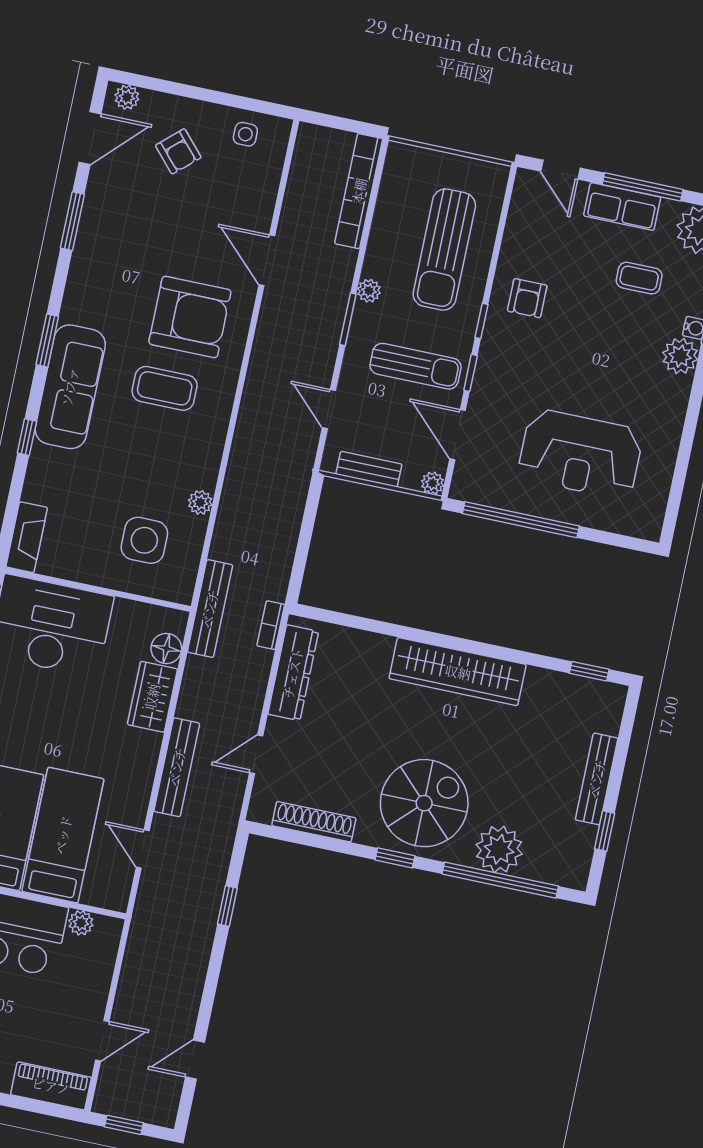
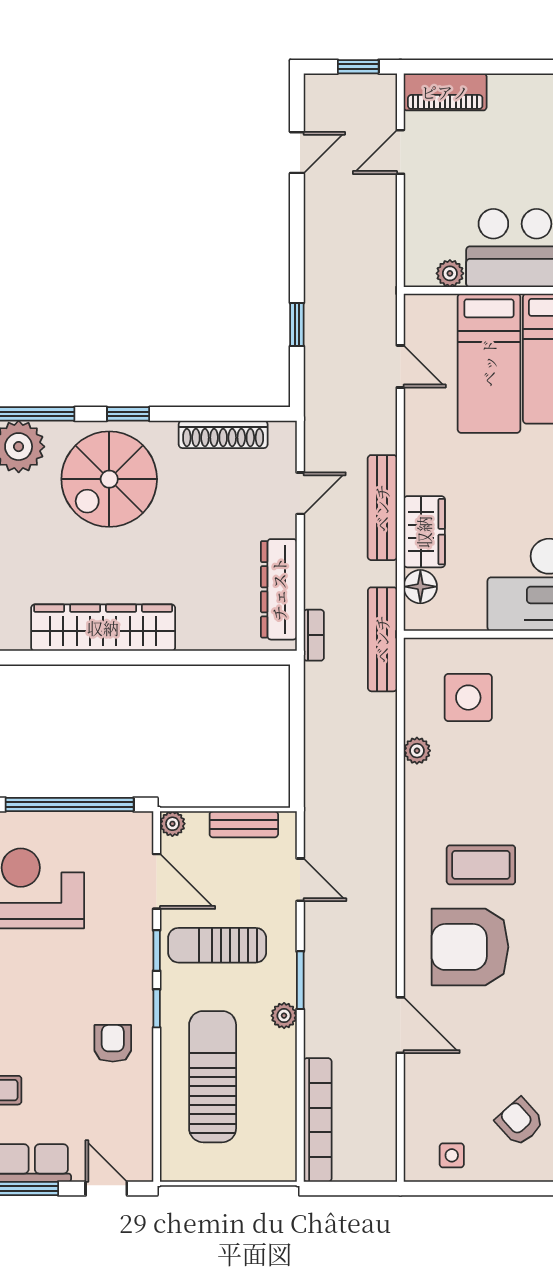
bench: (177, 767) -> (382, 508), moved

